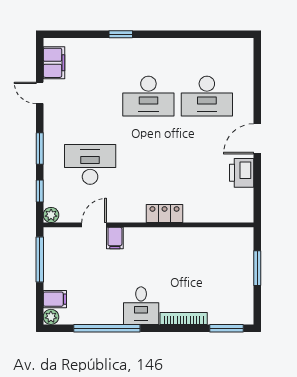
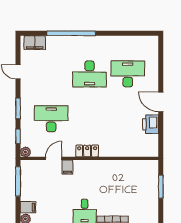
window: (121, 34) -> (71, 33), width x3.17
filing cabinet: (54, 63) -> (35, 43), moved, turned 90
desk: (207, 96) -> (128, 74), turned 180
door: (257, 139) -> (161, 102), hinge flipped
locker: (165, 214) -> (87, 151), moved

